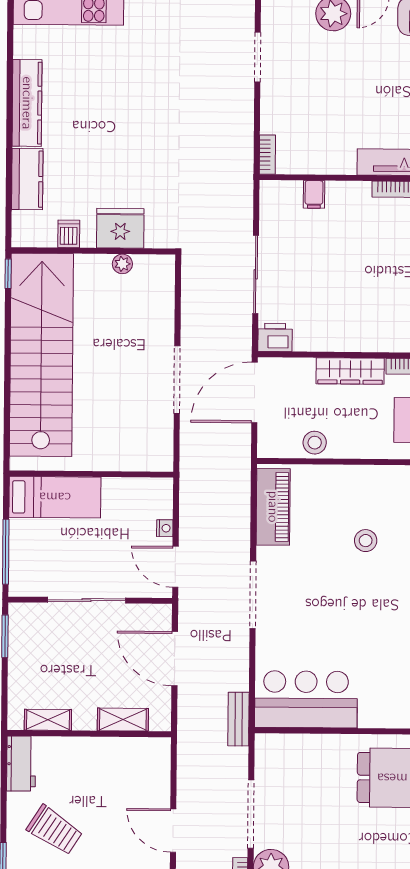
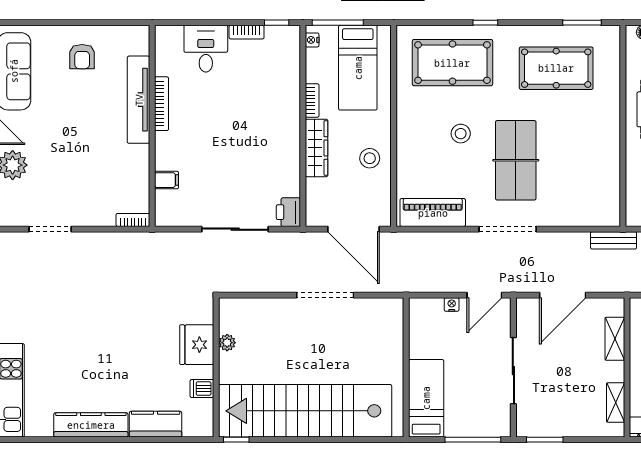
door: (255, 392) -> (353, 229), moved
stool: (315, 443) -> (370, 158), moved
table tennis table: (334, 605) -> (516, 160), added
bar counter: (306, 699) -> (596, 183), removed

